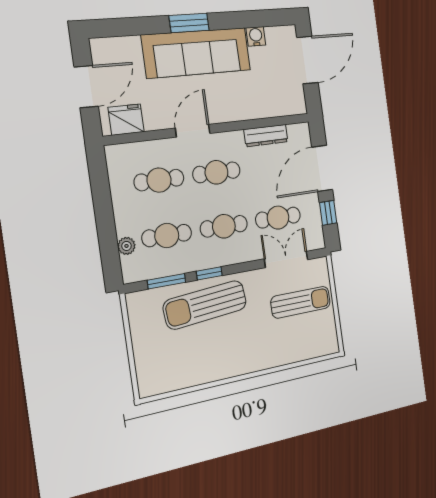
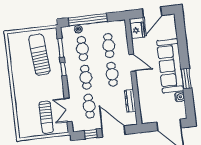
window: (189, 23) -> (186, 78), moved
door: (86, 87) -> (152, 12), hinge flipped
window: (106, 226) -> (88, 20), added
double door: (286, 259) -> (68, 110), swing flipped
sun lounger: (205, 305) -> (39, 55), moved

